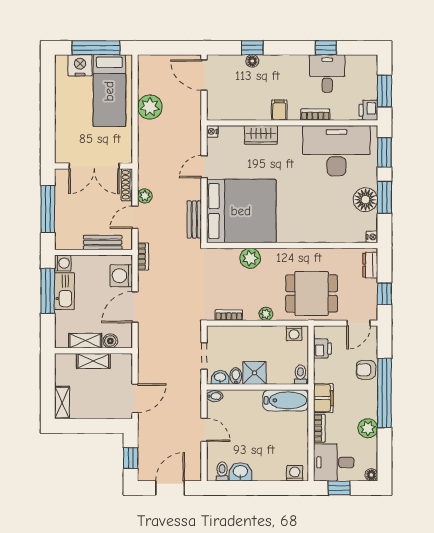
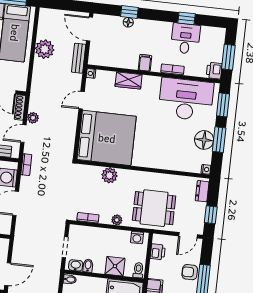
bench: (194, 219) -> (79, 58), moved
shower: (254, 373) -> (115, 266), moved

